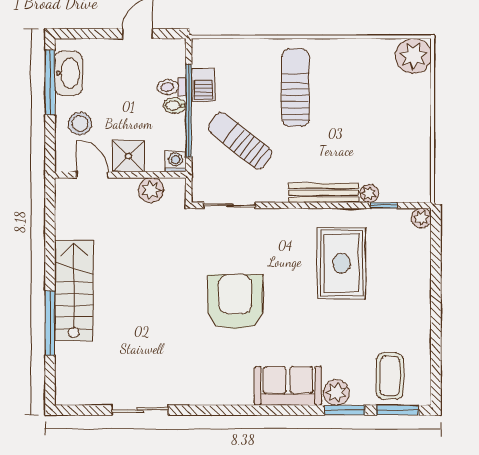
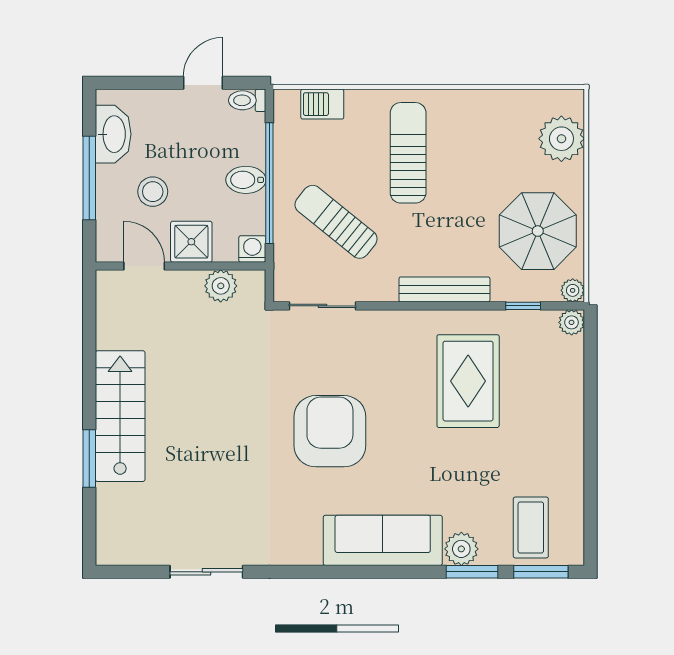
plant: (413, 56) -> (561, 139), moved
window: (50, 82) -> (89, 178), moved
barbecue: (203, 85) -> (322, 104), moved, turned 90
toilet: (172, 87) -> (247, 100), moved
bidet: (175, 105) -> (246, 180), width x1.38, depth x1.36
stool: (80, 124) -> (153, 192), moved
parasol: (395, 148) -> (538, 231), added
plant: (369, 193) -> (573, 290), moved
window: (50, 323) -> (89, 459), width x0.69
sofa: (288, 386) -> (383, 540), width x1.36

